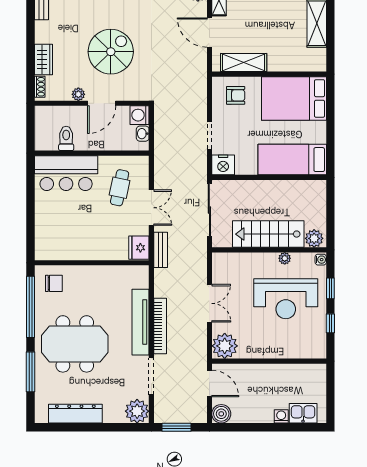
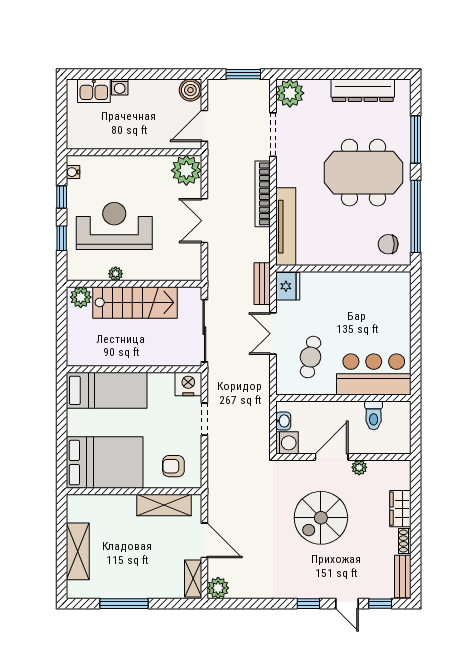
shoe rack: (40, 87) -> (405, 541), moved
water cooler: (321, 260) -> (73, 172), moved
tv unit: (141, 322) -> (286, 227), moved
door: (209, 384) -> (204, 126), hinge flipped

